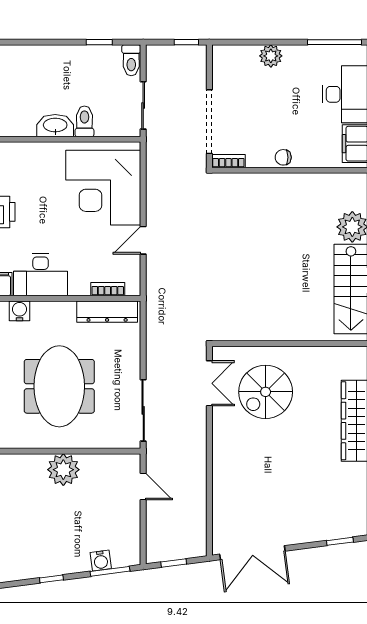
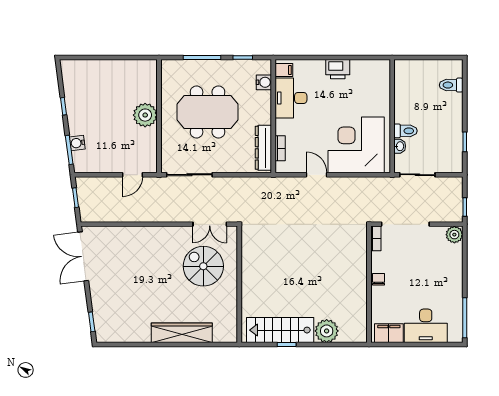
plant: (271, 56) -> (454, 235), moved
toilet: (131, 60) -> (451, 85), moved
washbasin: (55, 126) -> (400, 146), moved, width x0.52, depth x0.69

